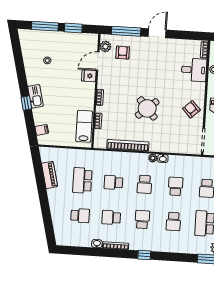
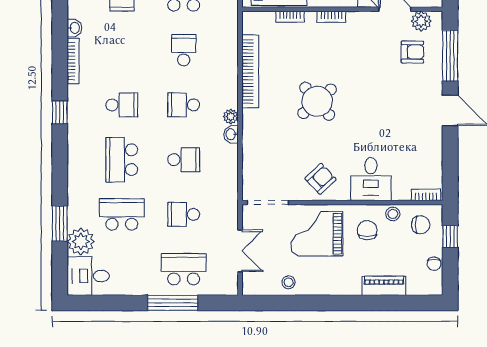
desk: (194, 70) -> (371, 179), moved
school desk: (111, 218) -> (122, 50), removed
school desk: (173, 221) -> (122, 160), width x1.85

